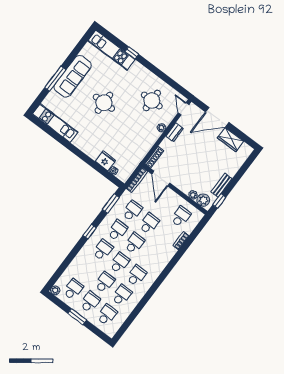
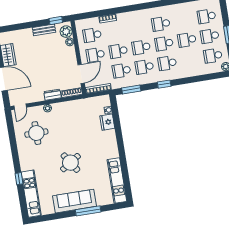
round table: (104, 103) -> (70, 163), turned -33
dresser: (175, 132) -> (52, 95), moved
school desk: (122, 295) -> (95, 55), moved

